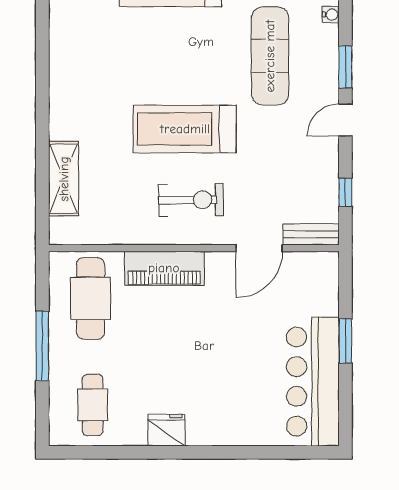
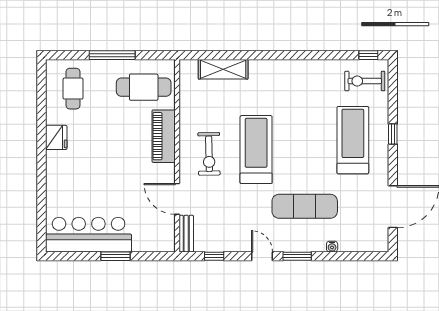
cafe table: (93, 405) -> (73, 89), turned 90

